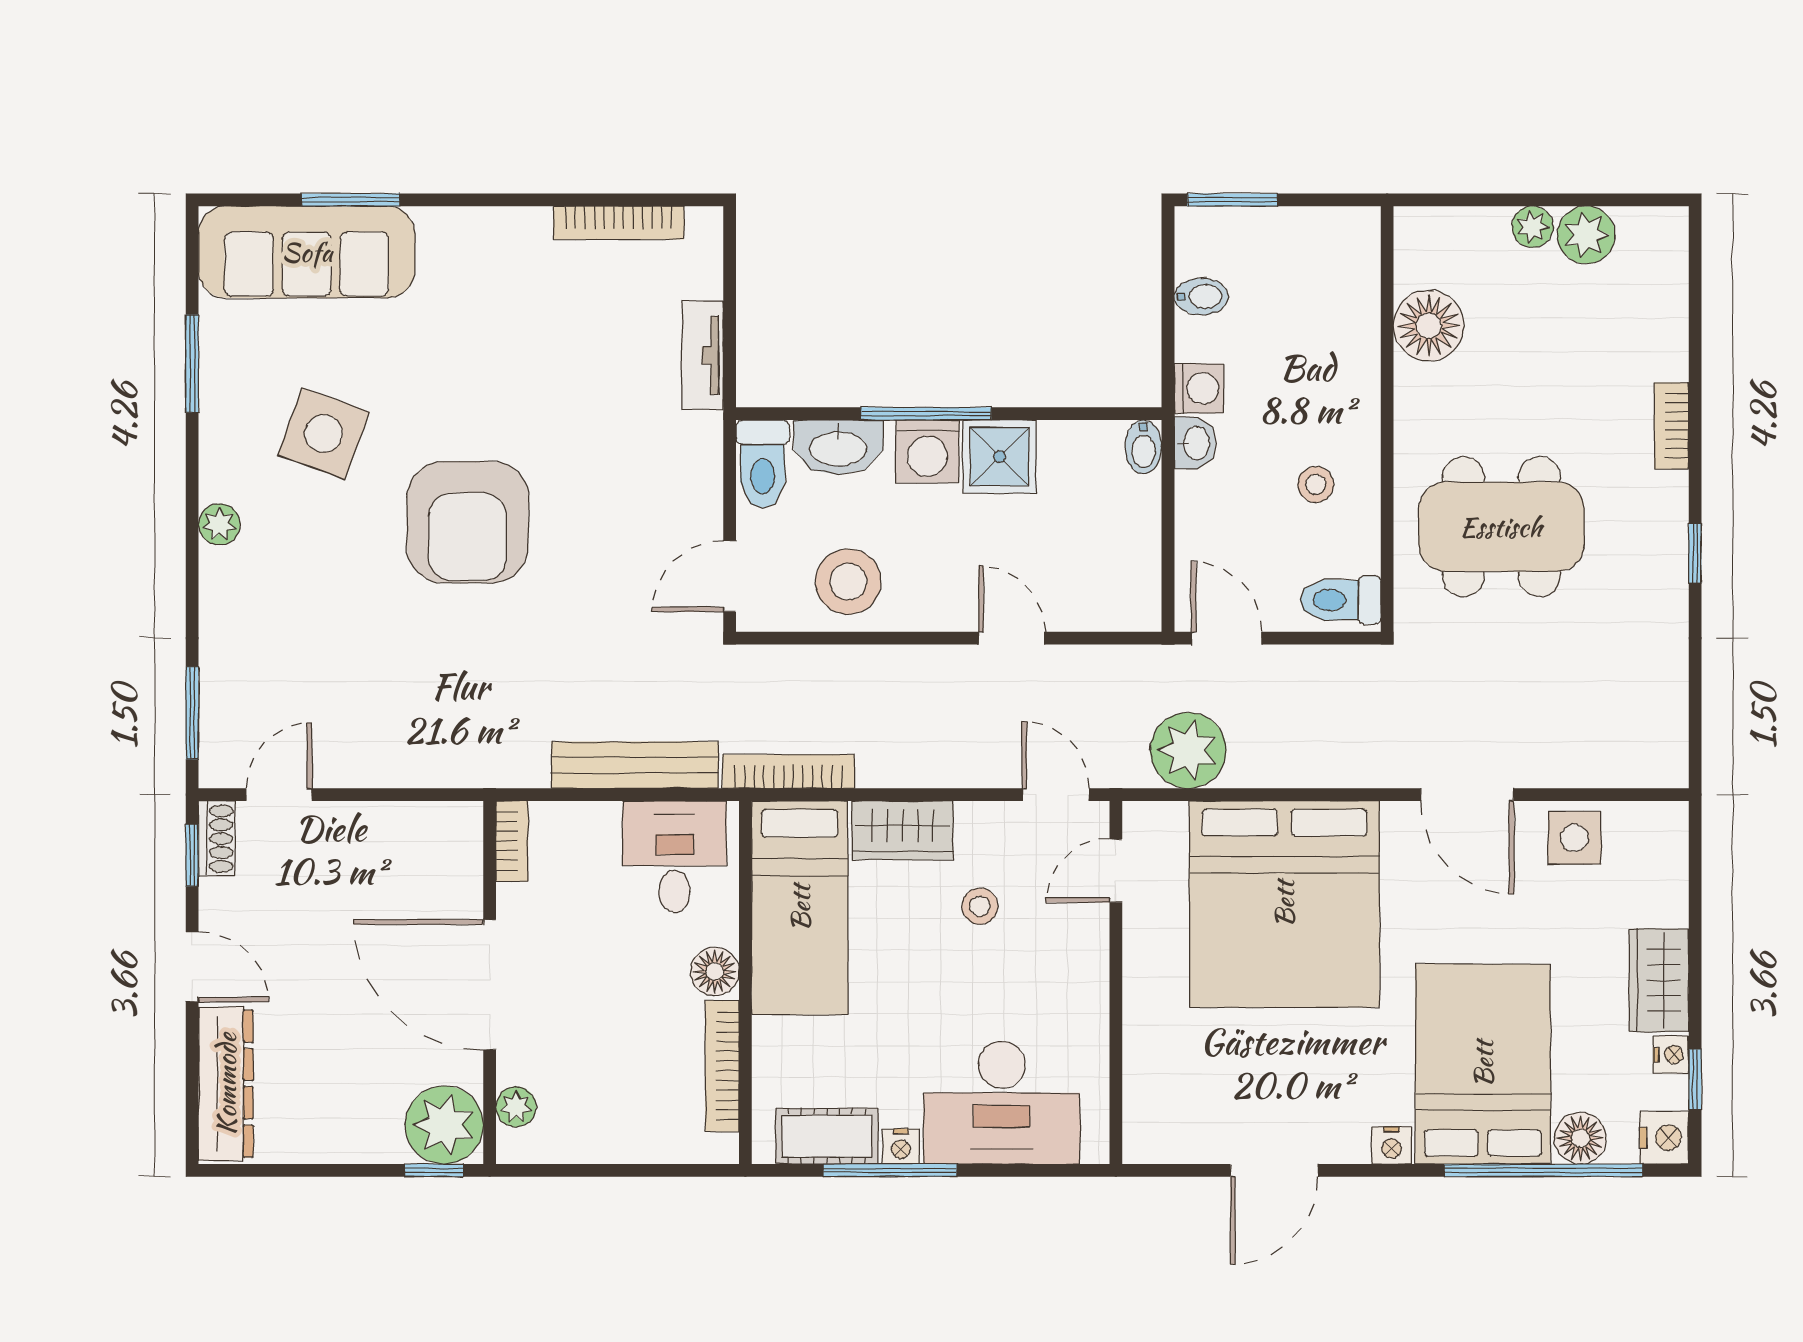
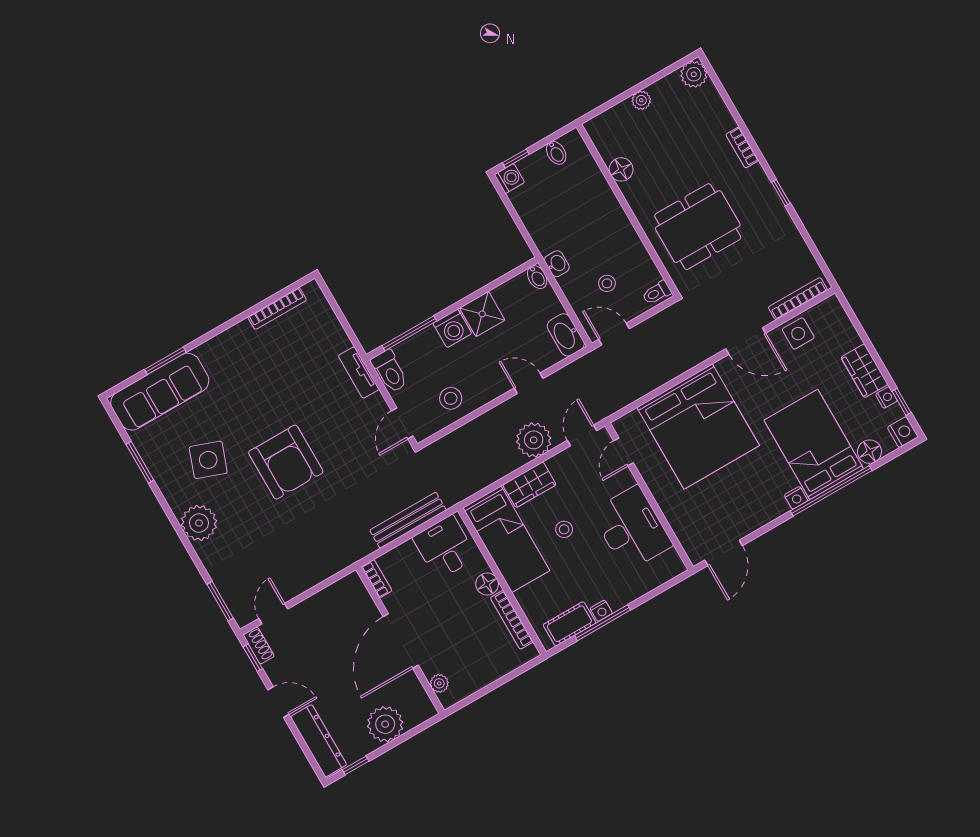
window: (1232, 200) -> (516, 158), width x0.67
plant: (1586, 235) -> (694, 74), moved
bidet: (1201, 297) -> (556, 153), moved, turned 90
floor lamp: (1429, 326) -> (621, 169), width x0.73, depth x0.73
tv unit: (703, 355) -> (359, 372), moved
washing machine: (1199, 388) -> (509, 178), moved
window: (926, 414) -> (409, 333), moved
washbasin: (838, 447) -> (566, 335), moved, turned 90
stool: (1316, 485) -> (607, 283), moved
plant: (219, 524) -> (199, 523), width x1.88, depth x1.88
stool: (848, 582) -> (451, 398), width x0.73, depth x0.73
toilet: (1341, 600) -> (657, 293), width x0.73, depth x0.72
plant: (1188, 750) -> (534, 440), moved
bookcase: (788, 772) -> (798, 299), moved
door: (1056, 795) -> (582, 435), hinge flipped
stool: (980, 906) -> (564, 529), moved
door: (490, 985) -> (401, 641), hinge flipped
desk: (1002, 1103) -> (632, 528), moved, turned -90
plant: (444, 1125) -> (385, 724), moved
window: (434, 1170) -> (356, 765), moved
door: (1274, 1170) -> (724, 553), moved
window: (1543, 1170) -> (831, 491), moved

